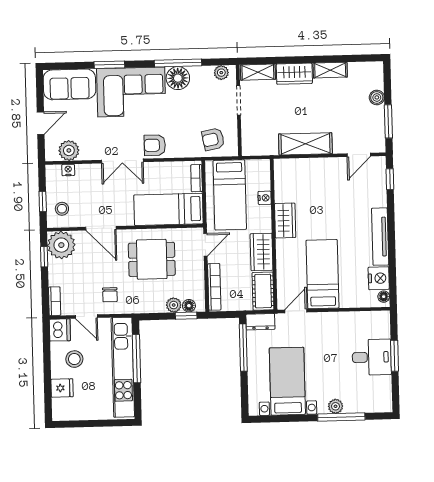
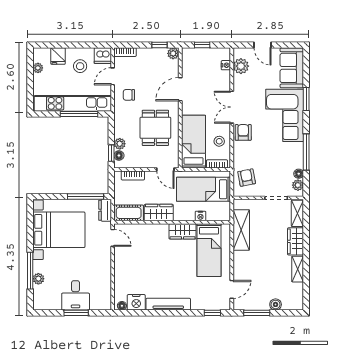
floor lamp: (178, 78) -> (299, 174), moved, width x0.53, depth x0.53
shelving: (305, 144) -> (241, 230), moved
door: (359, 155) -> (232, 289), swing flipped
stool: (62, 209) -> (219, 141), moved
plant: (61, 245) -> (173, 53), width x0.53, depth x0.53
bed: (322, 274) -> (209, 250), moved, turned 90
bookcase: (214, 287) -> (133, 175), width x0.64
bed with nightstands: (287, 381) -> (59, 230), width x1.36
plant: (336, 406) -> (38, 279), moved
plant: (78, 414) -> (38, 68), added

